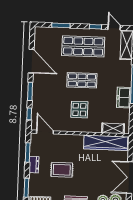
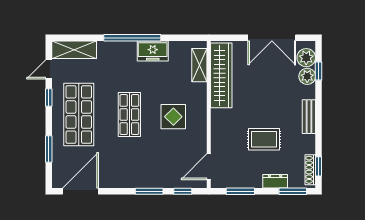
door: (31, 61) -> (80, 191), moved
dresser: (34, 165) -> (275, 181), moved
rug: (62, 170) -> (264, 139), turned 90

